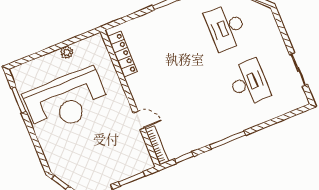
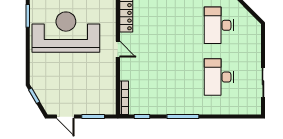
desk: (249, 82) -> (219, 77), turned 180
reception desk: (66, 101) -> (66, 32), turned 180
door: (139, 120) -> (118, 49), moved

